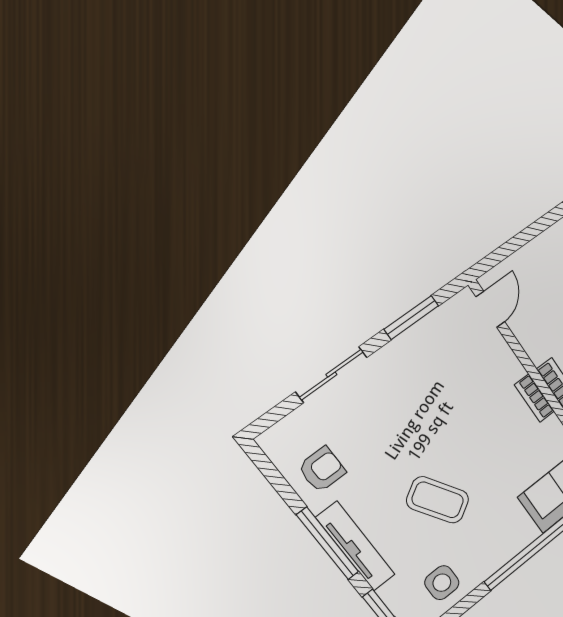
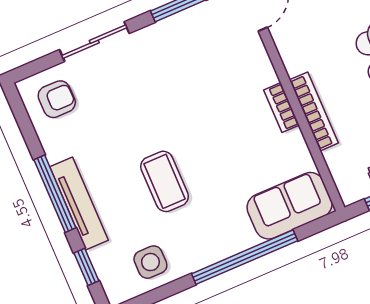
armchair: (322, 469) -> (57, 99), moved
coffee table: (438, 500) -> (165, 181), turned 32

